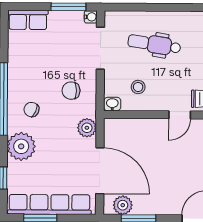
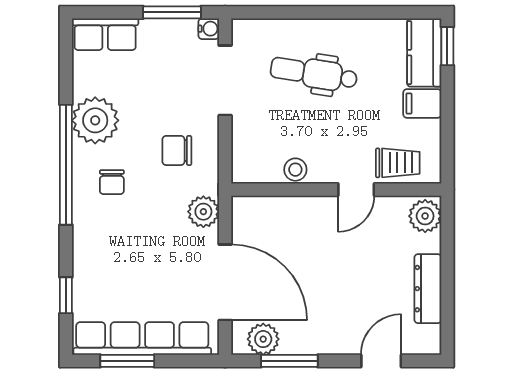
stool: (138, 87) -> (295, 170), moved
washbasin: (112, 104) -> (245, 172), removed
chair: (31, 110) -> (112, 182), turned -114
plant: (21, 146) -> (95, 120), moved

